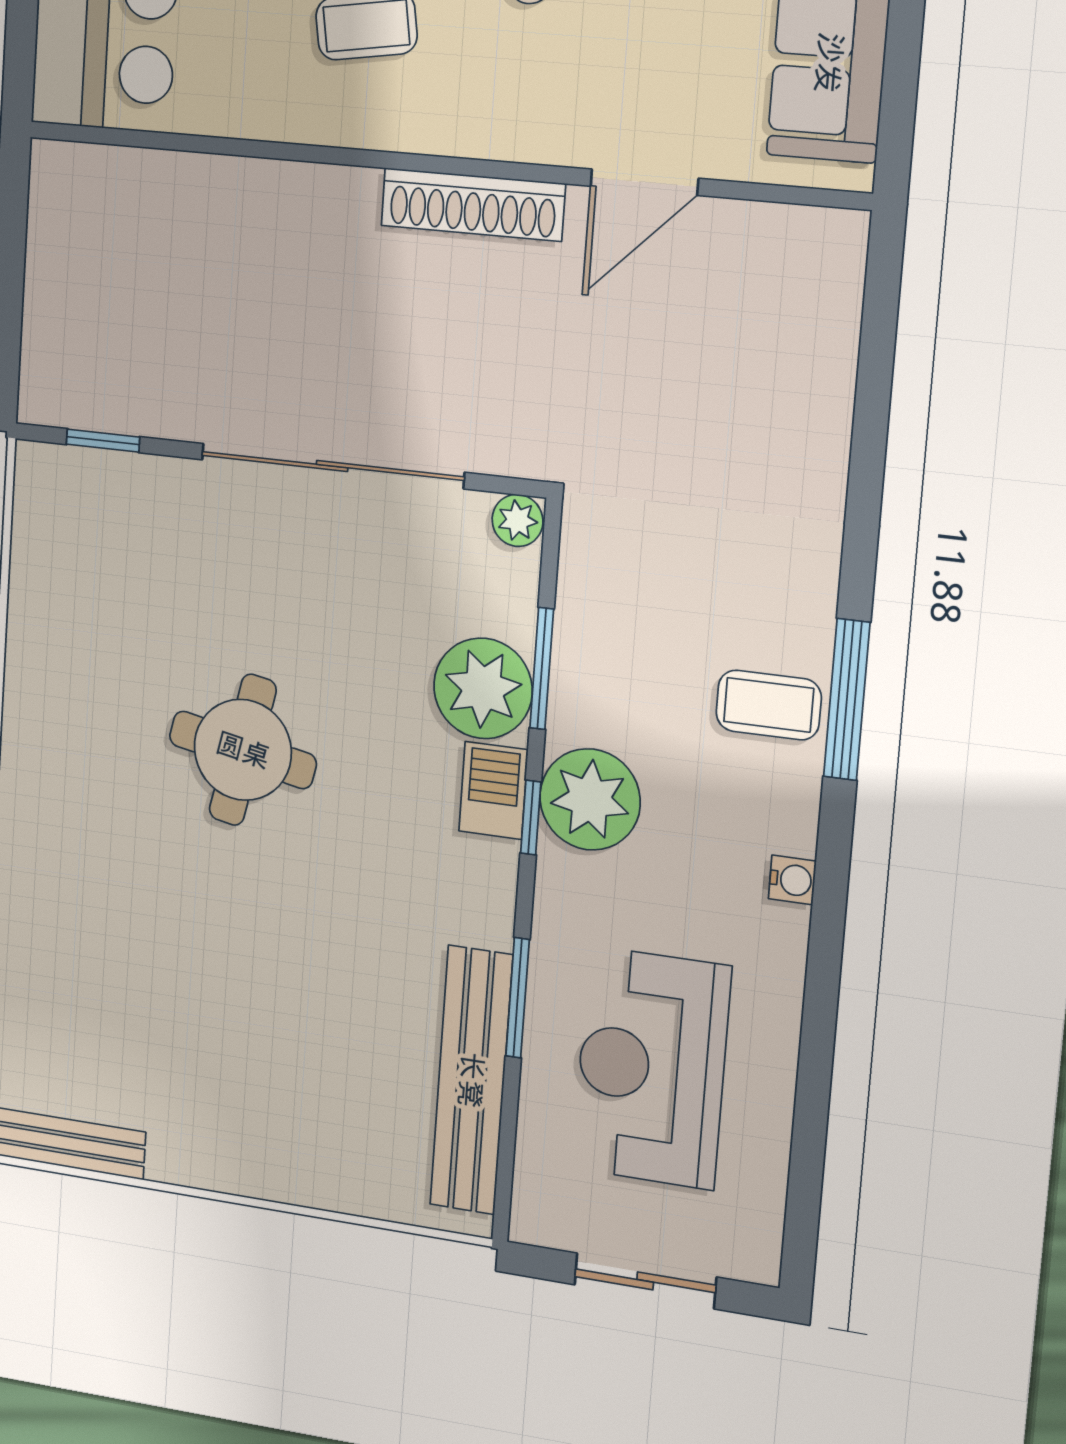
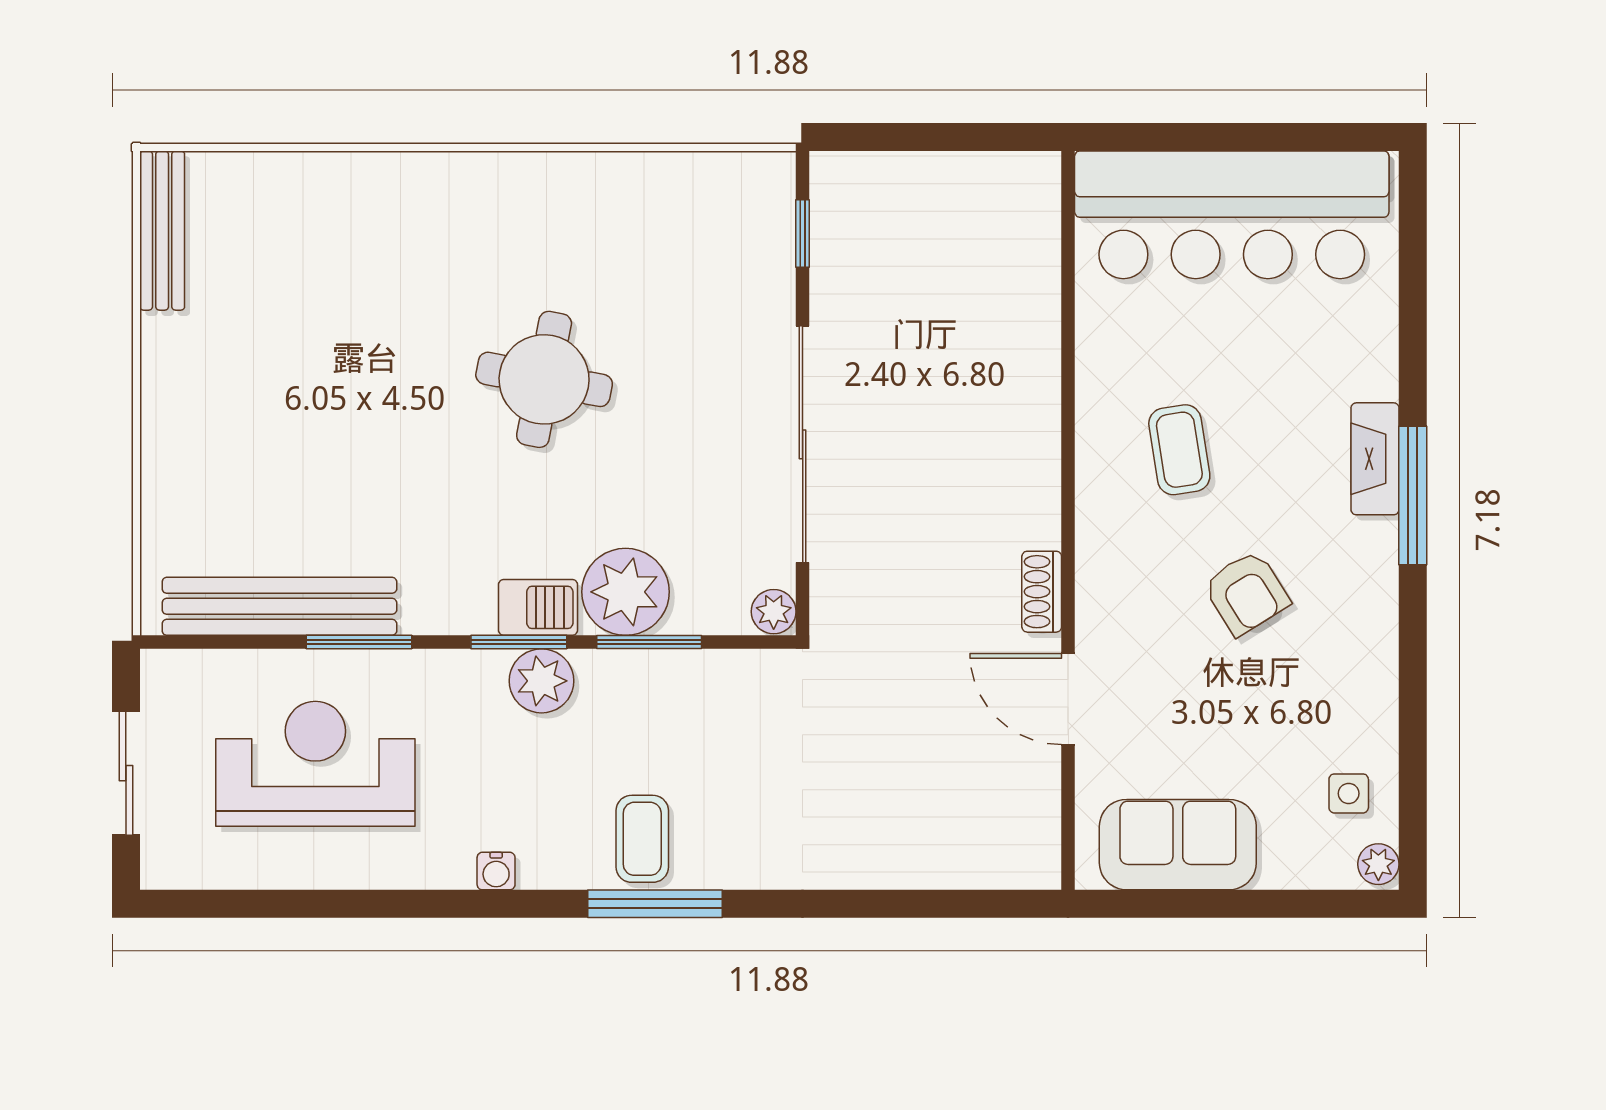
shoe rack: (473, 205) -> (1042, 592), width x0.51, depth x0.81
plant: (590, 799) -> (541, 681), width x0.73, depth x0.73
window: (531, 818) -> (519, 642), width x1.50

